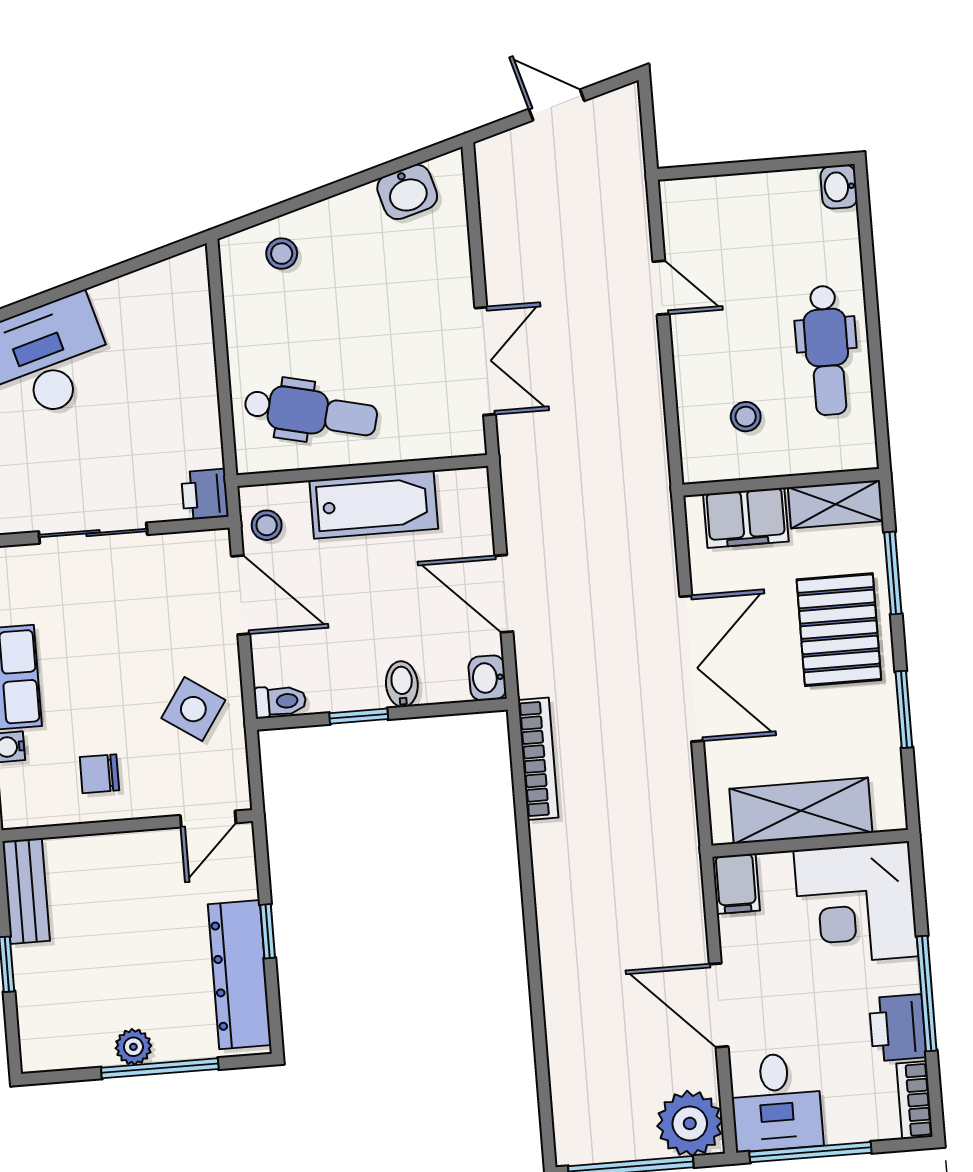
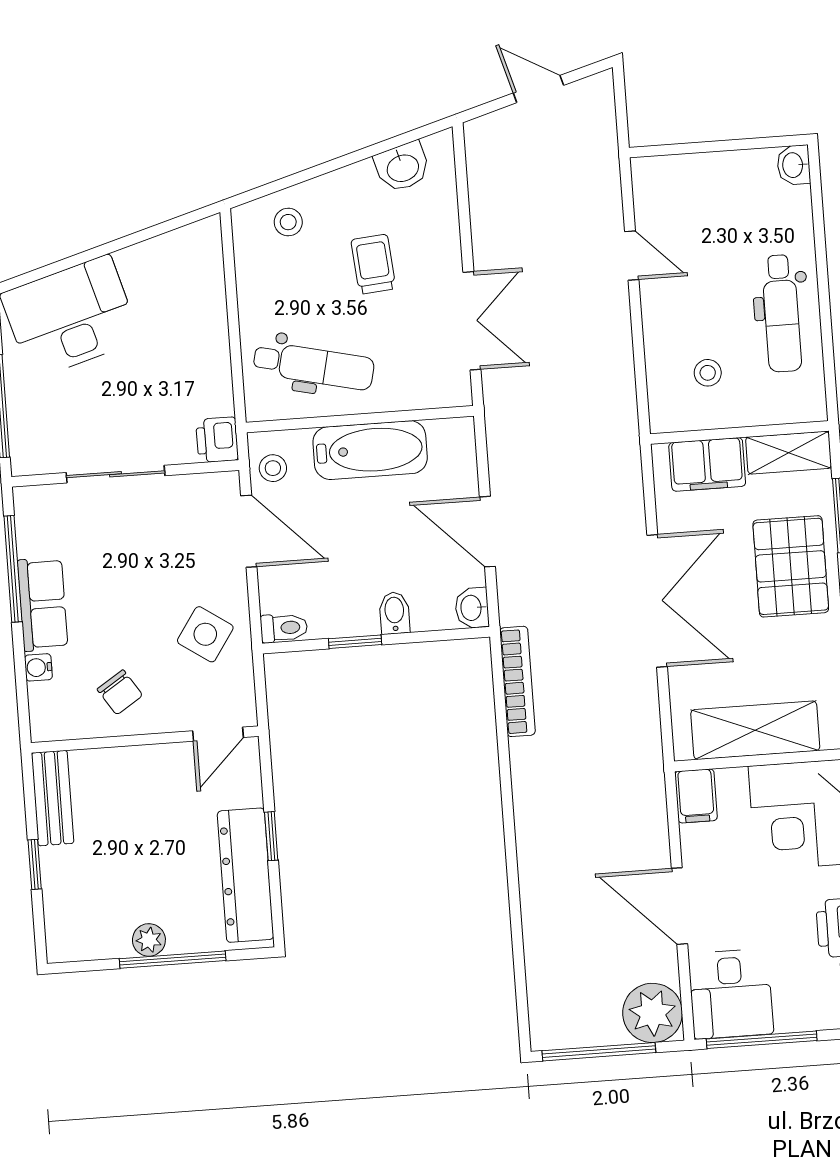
trolley: (376, 299) -> (373, 264), added
chair: (99, 774) -> (120, 692), turned -123

